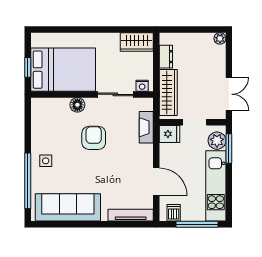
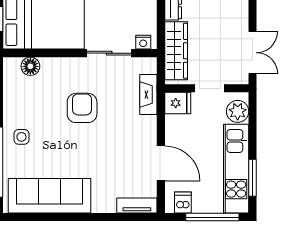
floor lamp: (77, 105) -> (30, 66), moved
window: (229, 148) -> (253, 178), moved
tv unit: (131, 215) -> (137, 205), width x0.71

